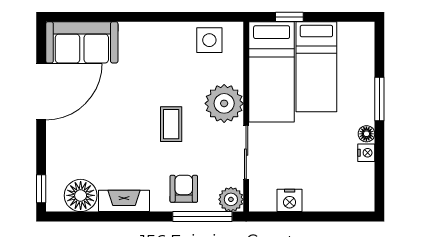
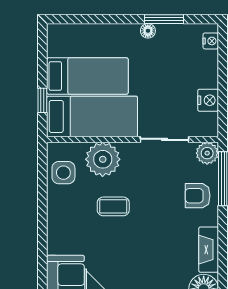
window: (379, 99) -> (164, 19), moved
plant: (224, 103) -> (103, 159), moved
coffee table: (171, 124) -> (113, 206), moved
nightstand: (366, 153) -> (211, 41), moved, turned 90

